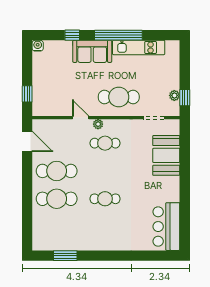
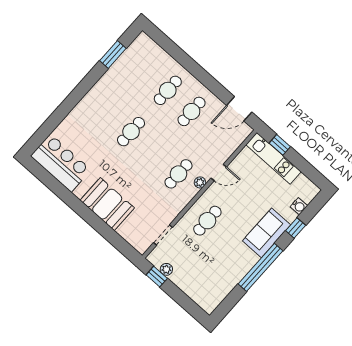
water cooler: (38, 46) -> (299, 206), moved
kitchen unit: (139, 47) -> (274, 158), moved, turned -90
cafe table: (119, 97) -> (207, 221), width x0.73, depth x0.74
booth: (166, 155) -> (107, 204), moved
cafe table: (57, 171) -> (192, 111), width x0.73, depth x0.74
cafe table: (57, 199) -> (168, 90), width x0.73, depth x0.74

